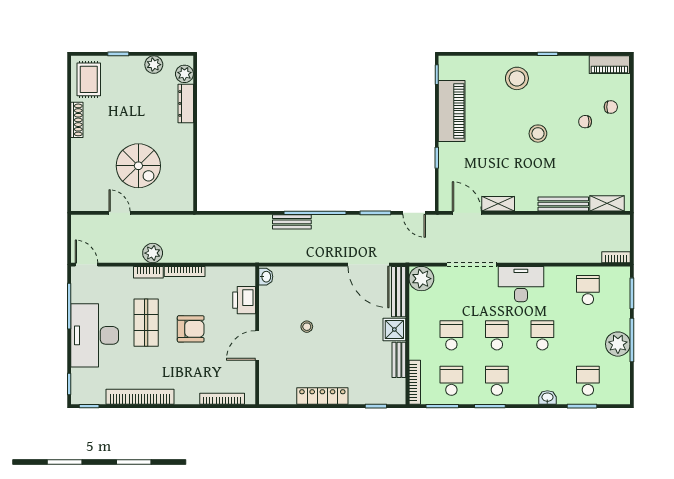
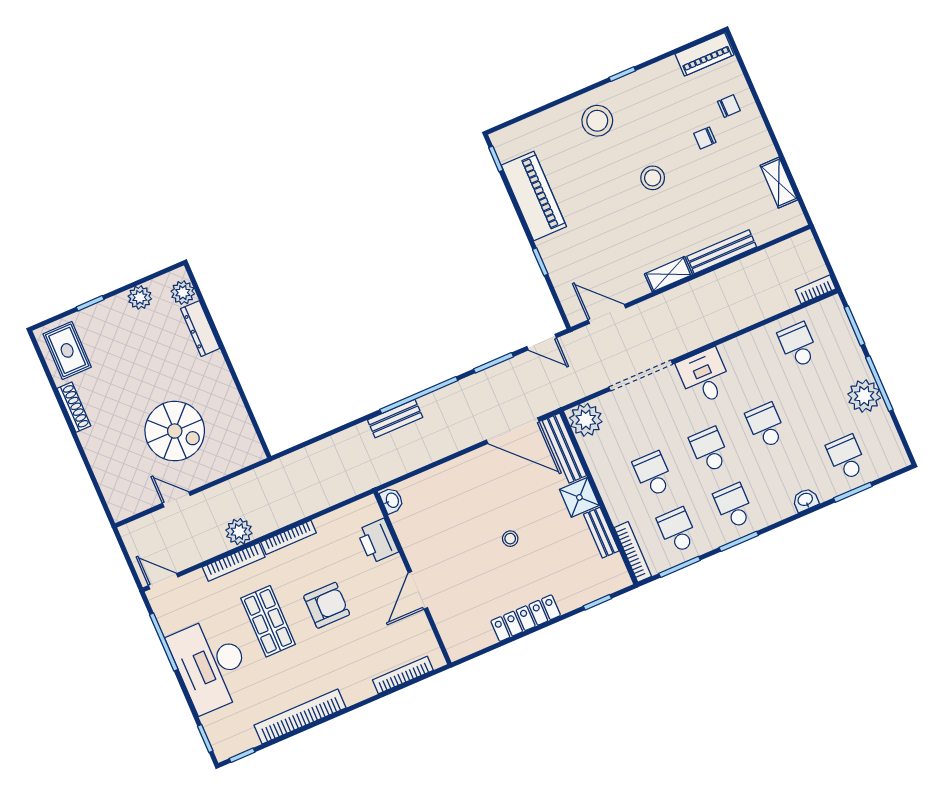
shelving: (607, 203) -> (779, 183), moved, turned 90
shelving: (498, 204) -> (668, 274), moved
bookcase: (148, 272) -> (234, 562), width x1.56
desk: (521, 284) -> (704, 377), width x0.73
stool: (307, 327) -> (510, 539), moved

